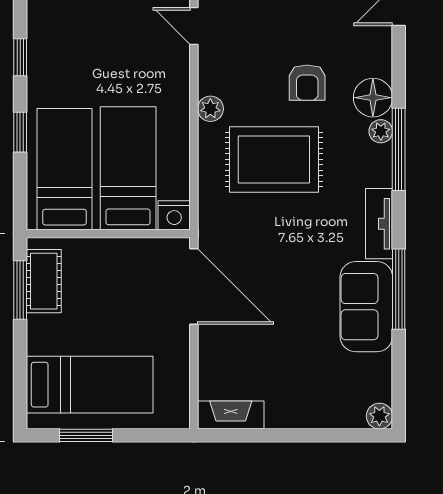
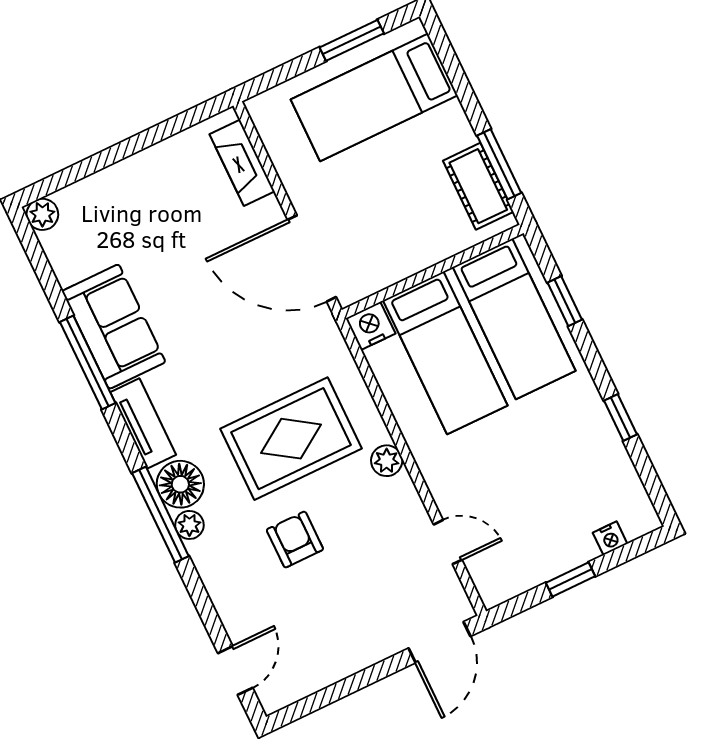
floor lamp: (373, 98) -> (180, 484), moved
window: (20, 132) -> (565, 301), moved
fireplace: (231, 415) -> (242, 163), moved, turned 90

